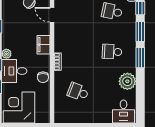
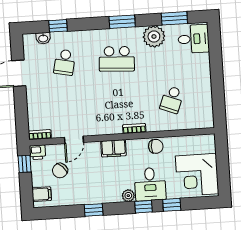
window: (140, 32) -> (174, 18), moved
school desk: (112, 52) -> (117, 59), width x1.85

